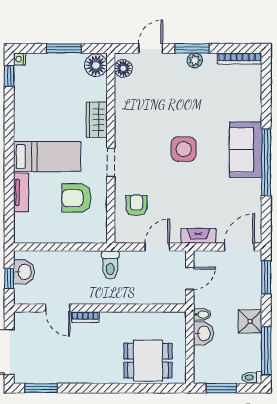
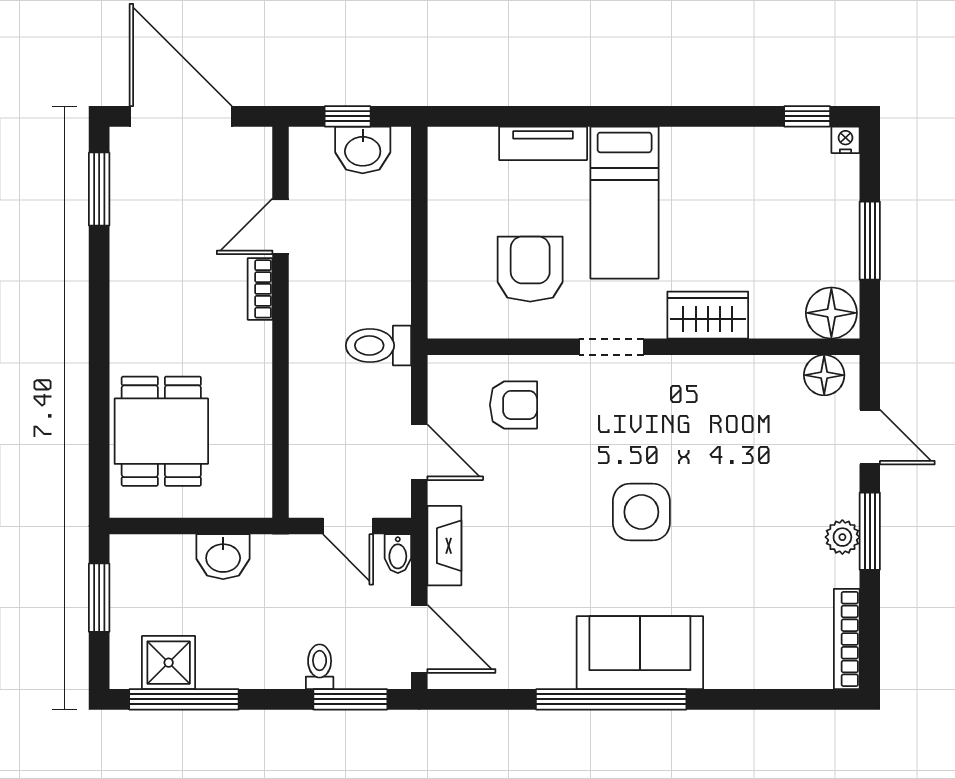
bidet: (202, 314) -> (398, 554), moved
shower: (250, 321) -> (169, 663), moved
toilet: (252, 378) -> (320, 667), moved

